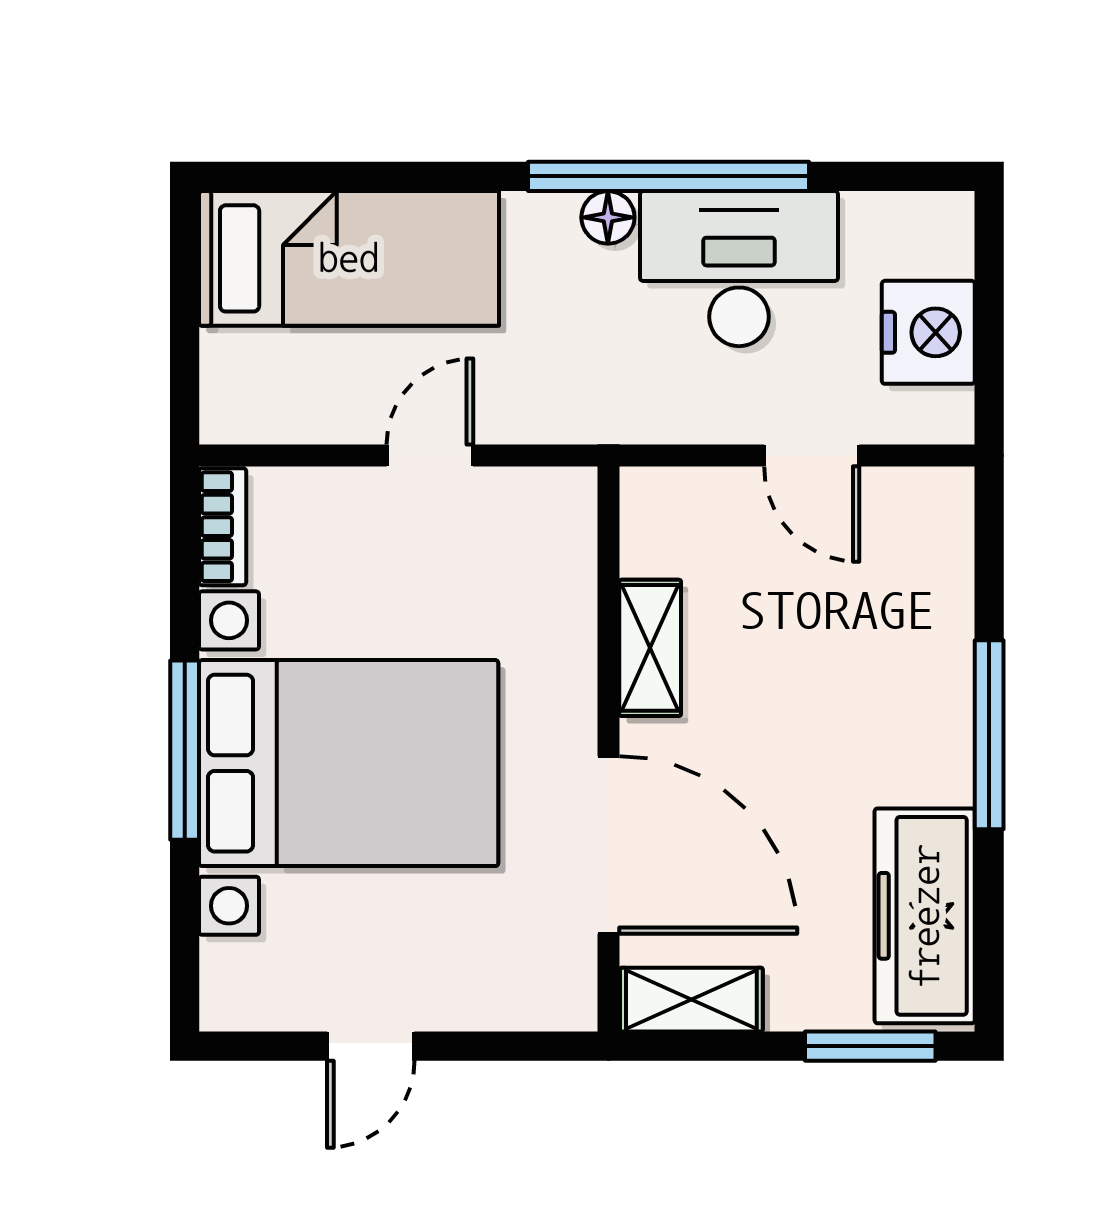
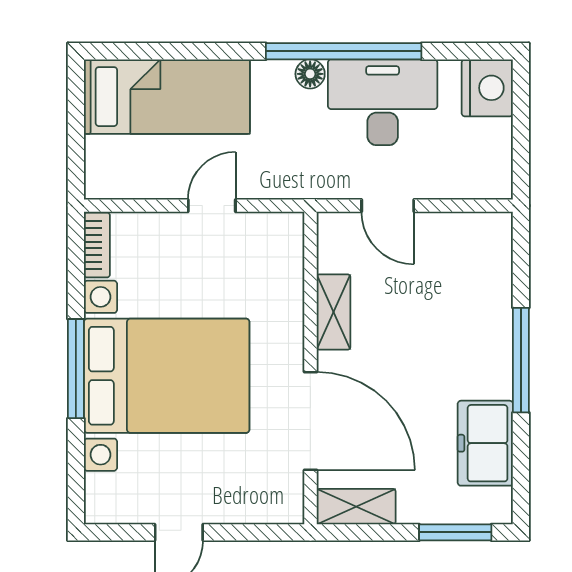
nightstand: (928, 332) -> (487, 88), moved
door: (812, 455) -> (388, 206), moved
freezer: (925, 916) -> (485, 443), width x0.71

